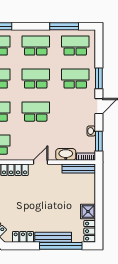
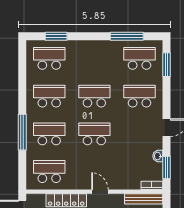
school desk: (36, 46) -> (94, 58), removed
window: (99, 78) -> (167, 65), moved
washbasin: (66, 154) -> (129, 183), removed
door: (41, 162) -> (100, 192), hinge flipped

